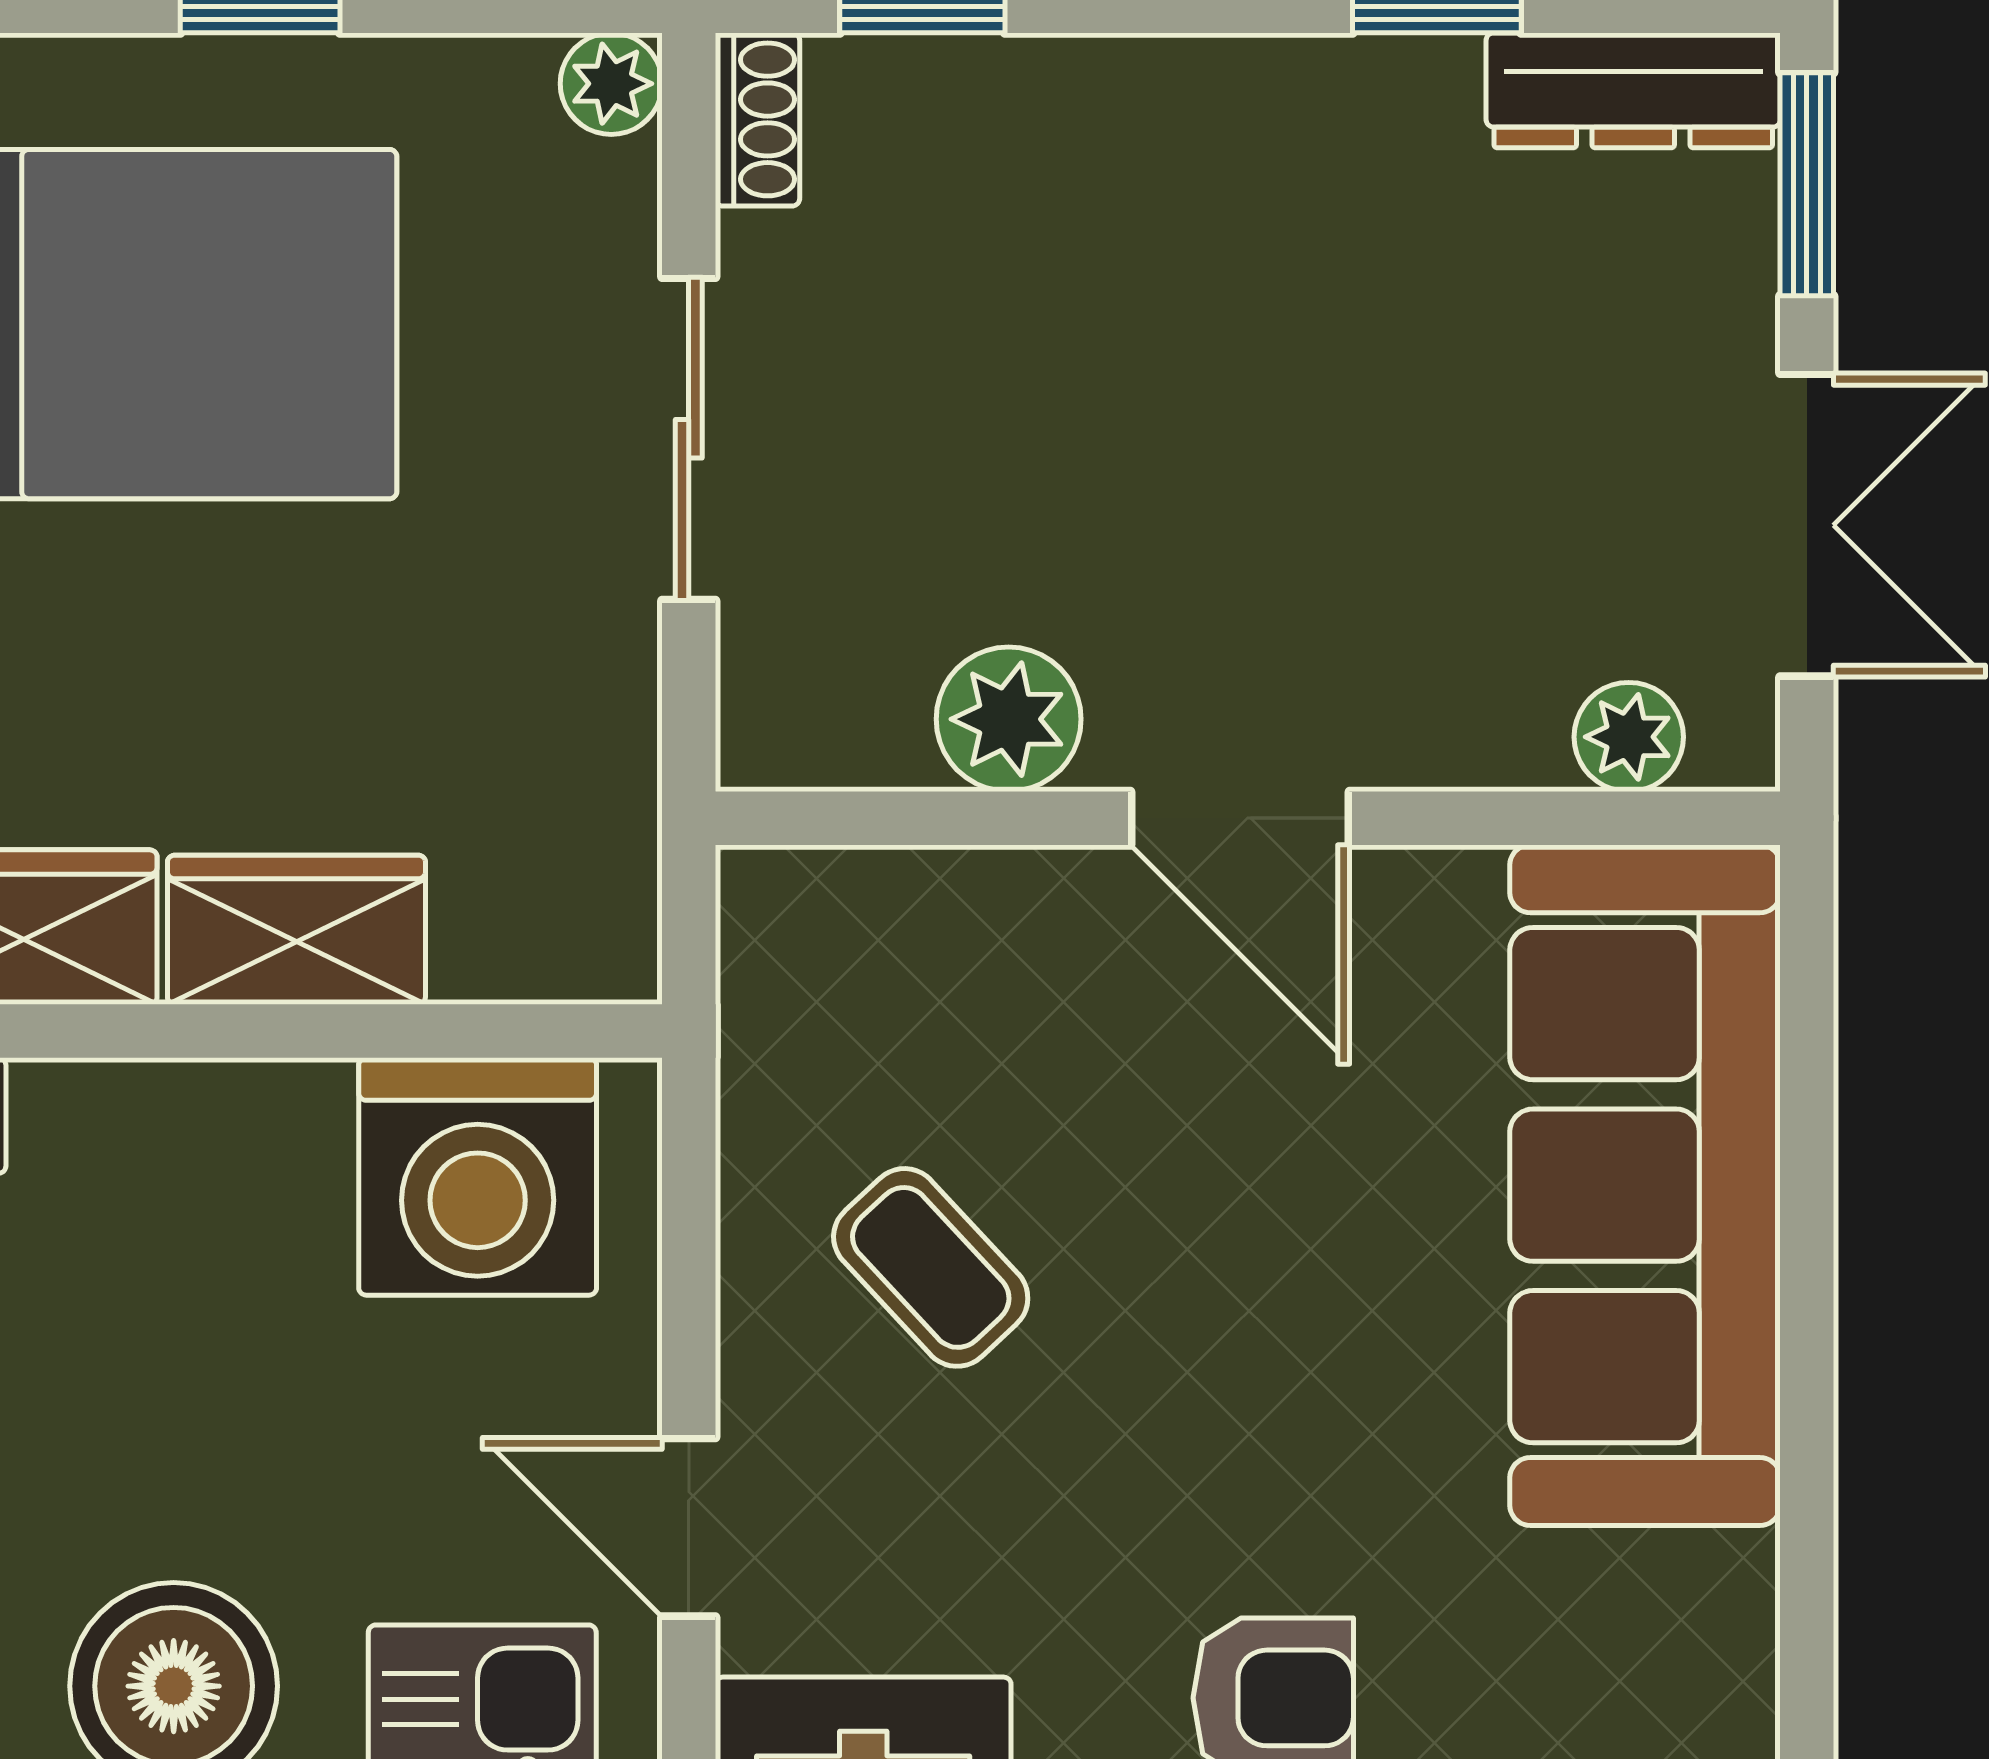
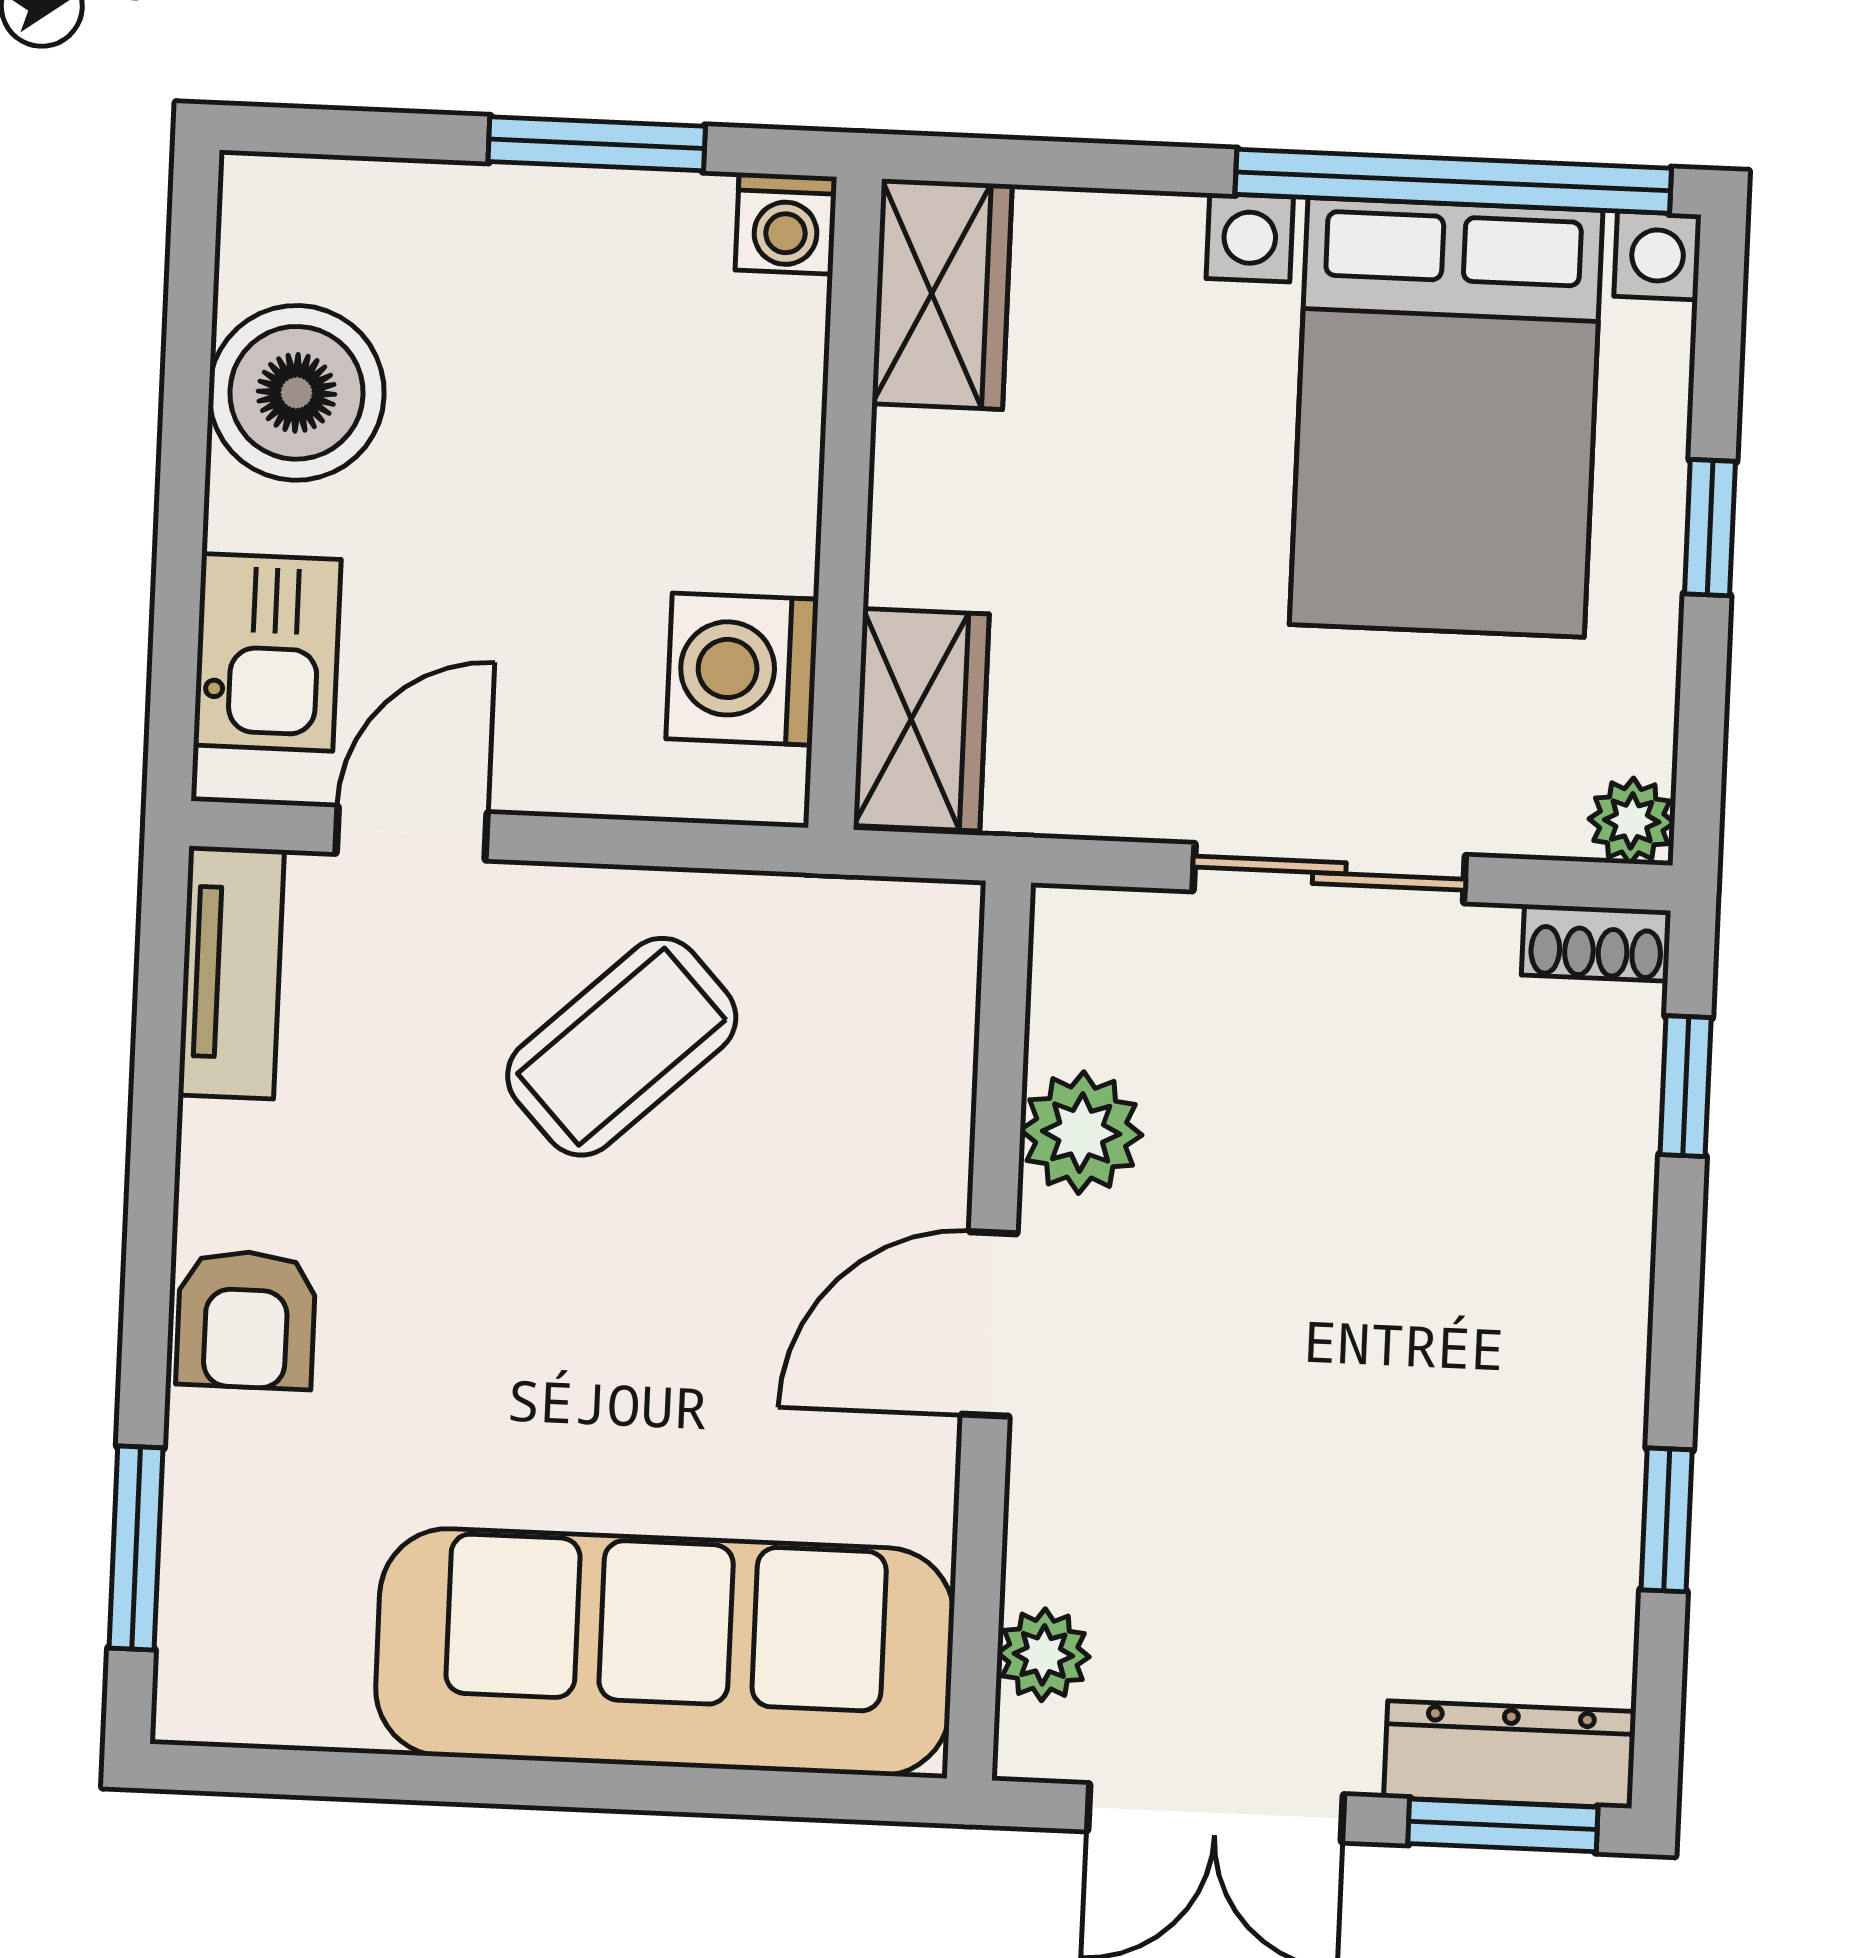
dresser: (1633, 90) -> (1510, 1755), moved, turned 90
wardrobe: (296, 930) -> (921, 720), moved
washing machine: (478, 1177) -> (742, 669), width x0.73, depth x0.73
coffee table: (931, 1267) -> (622, 1047), width x1.36, depth x1.30

